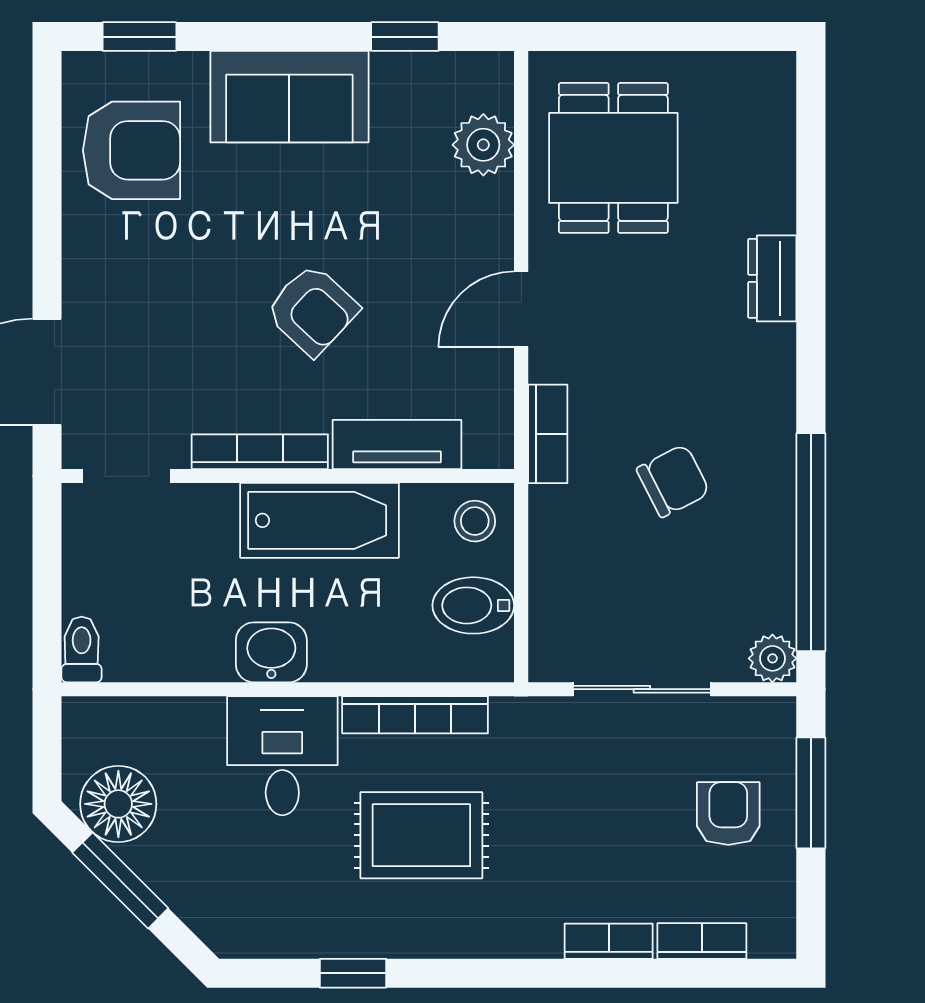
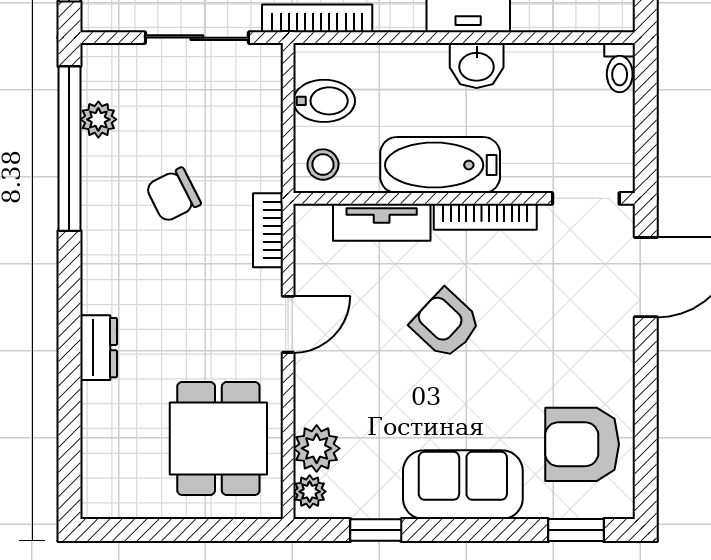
plant: (492, 88) -> (310, 492), added
plant: (772, 658) -> (98, 119), moved
bookcase: (415, 715) -> (317, 18), moved

